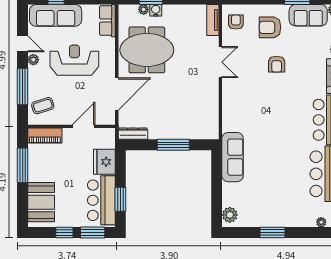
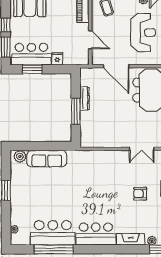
dresser: (133, 134) -> (85, 99), moved
sofa: (233, 157) -> (47, 159), moved
fridge: (104, 162) -> (57, 59), width x0.53, depth x0.75

